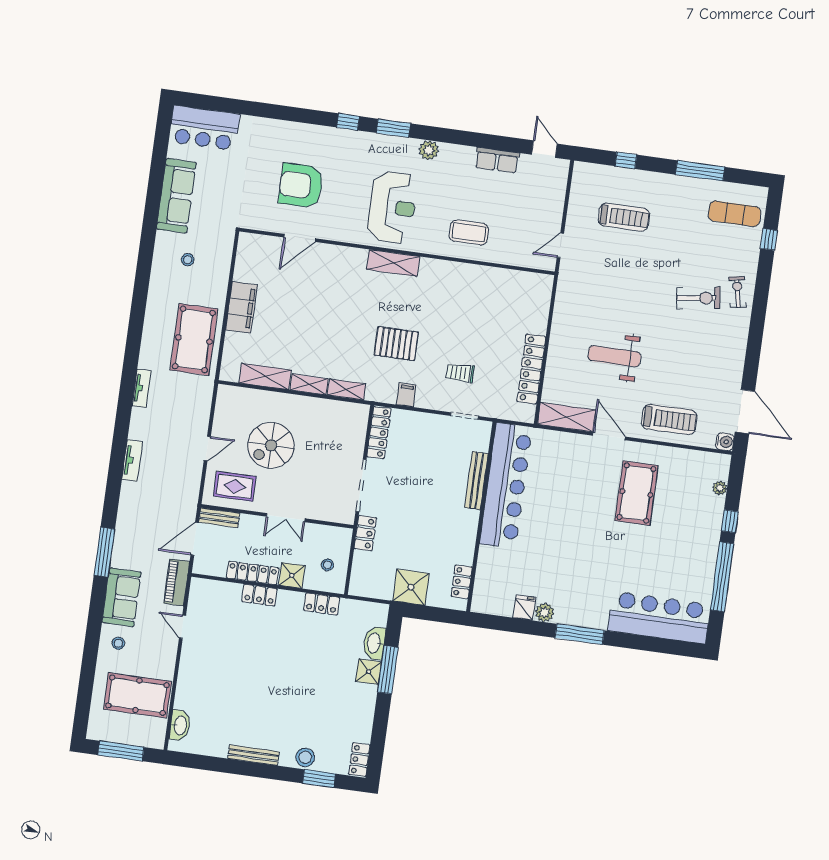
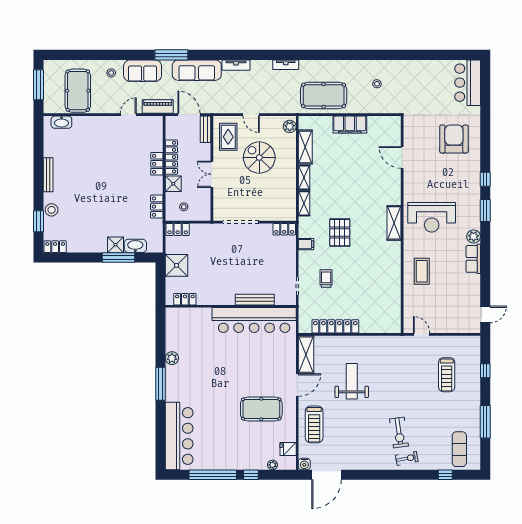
row of seats: (497, 160) -> (473, 259), moved
armchair: (301, 185) -> (454, 139), moved
sofa: (176, 196) -> (197, 70), moved
plant: (232, 395) -> (290, 126), added
locker: (379, 433) -> (284, 229), width x0.66
locker: (365, 533) -> (178, 229), moved
fridge: (524, 608) -> (288, 449), moved, turned 180

